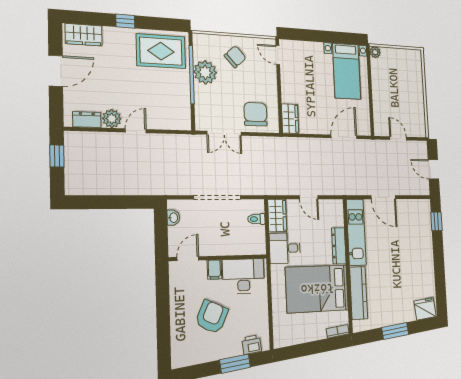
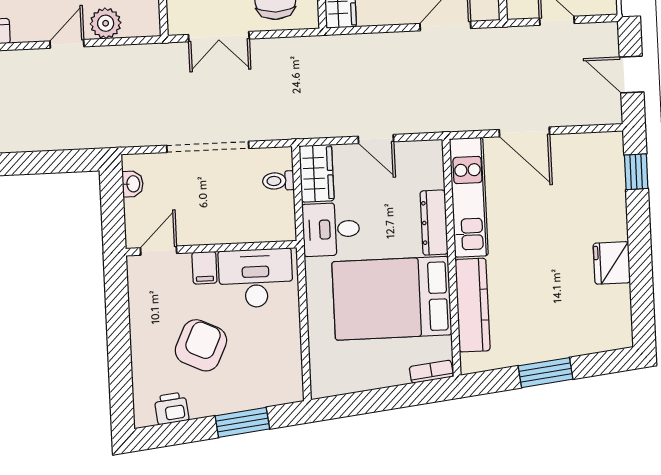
plant: (112, 119) -> (106, 23), moved
fridge: (425, 309) -> (612, 263), moved, turned -83
printer: (252, 345) -> (172, 408), moved

